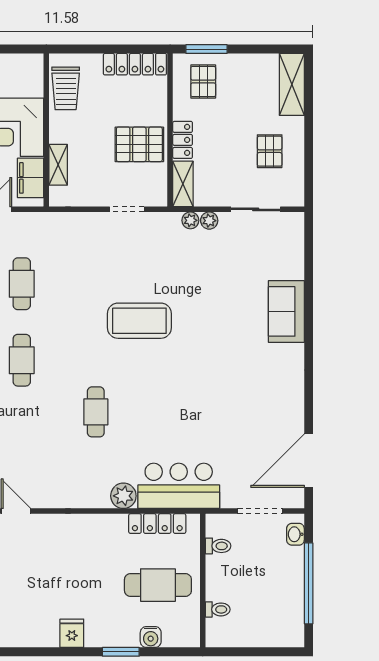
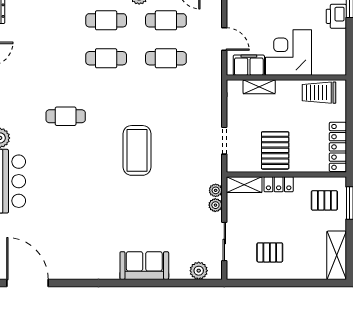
shelving: (292, 84) -> (337, 255), moved, turned 90
plant: (293, 242) -> (199, 271), added

